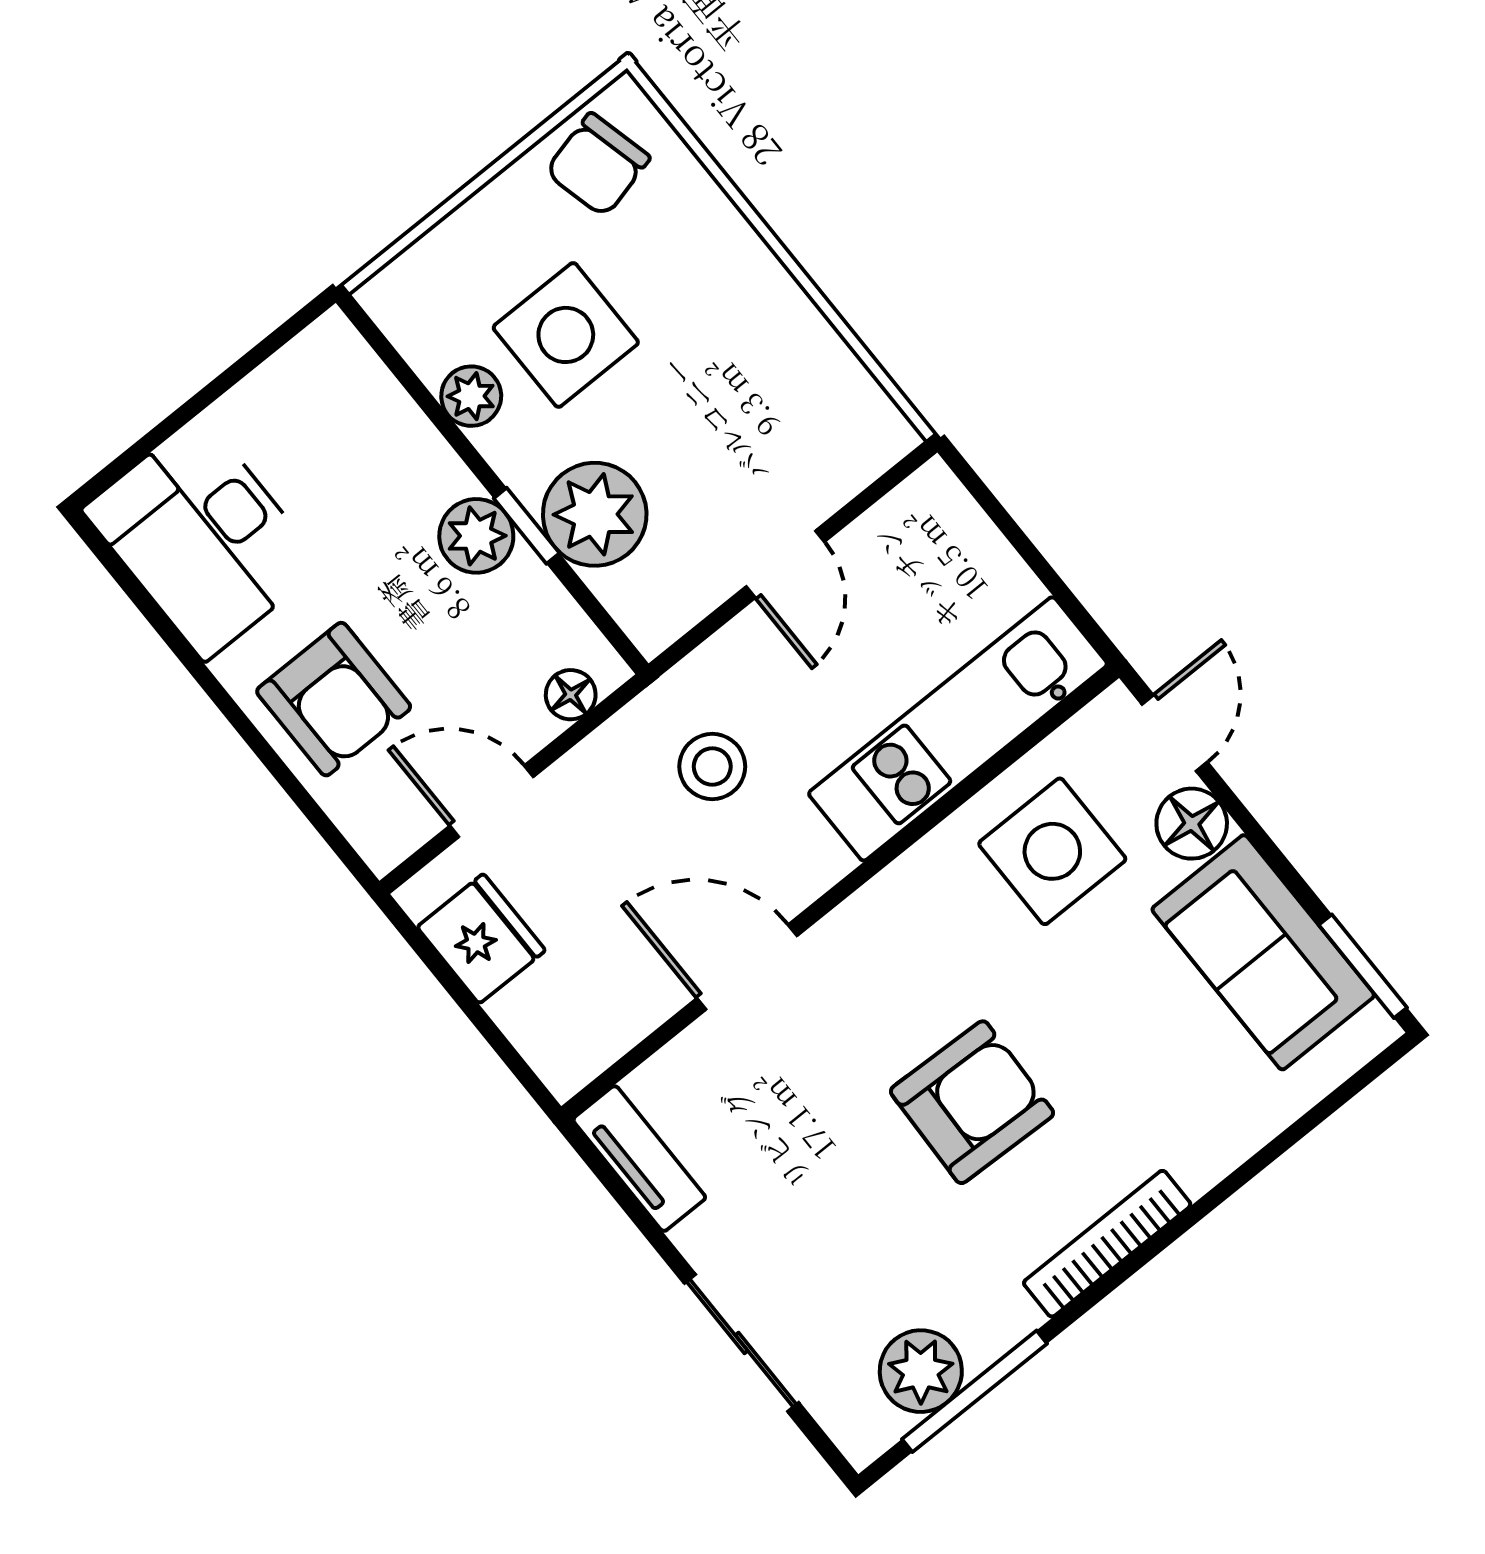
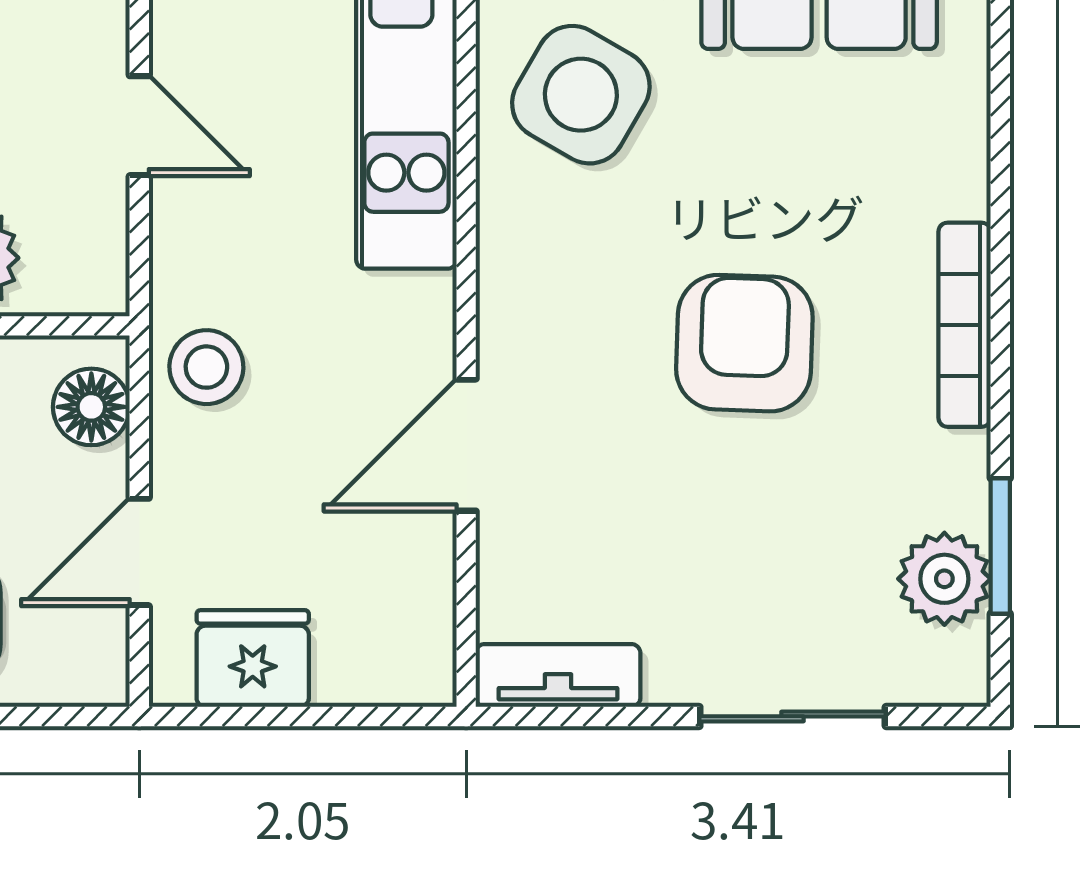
floor lamp: (571, 695) -> (91, 407), width x1.37, depth x1.37
stool: (712, 767) -> (206, 367), moved
side table: (1052, 851) -> (581, 95), turned 30
window: (975, 1391) -> (1000, 546), width x0.69

